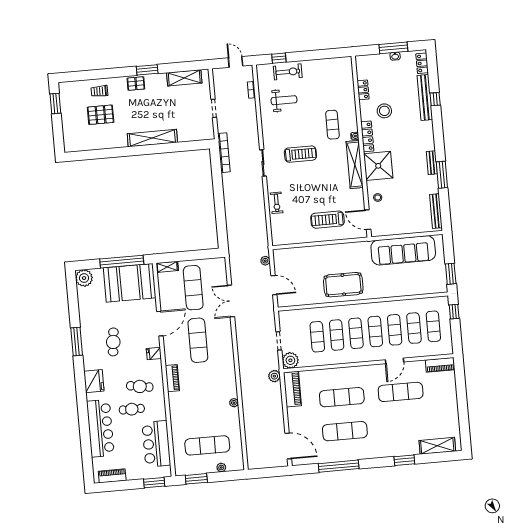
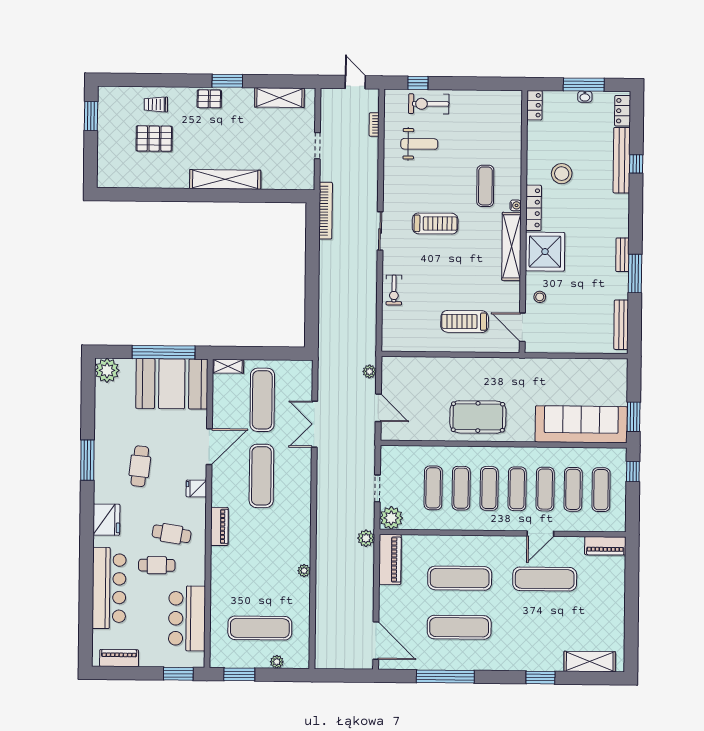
exercise bike: (288, 72) -> (429, 104), turned 180
locker: (363, 90) -> (534, 105), moved
sofa: (403, 250) -> (581, 424), moved, turned 180

